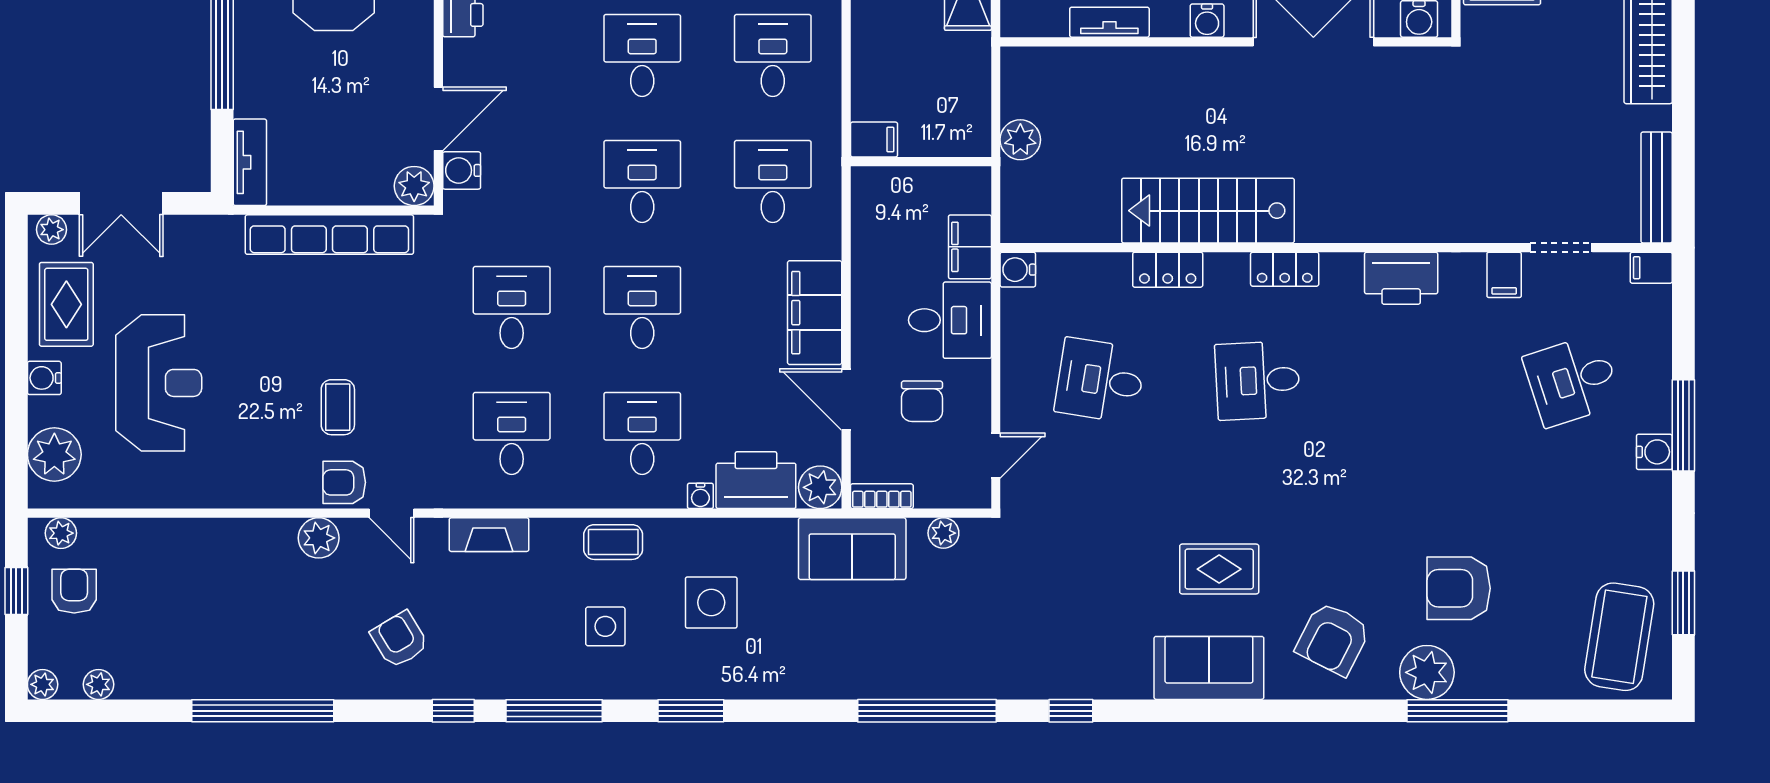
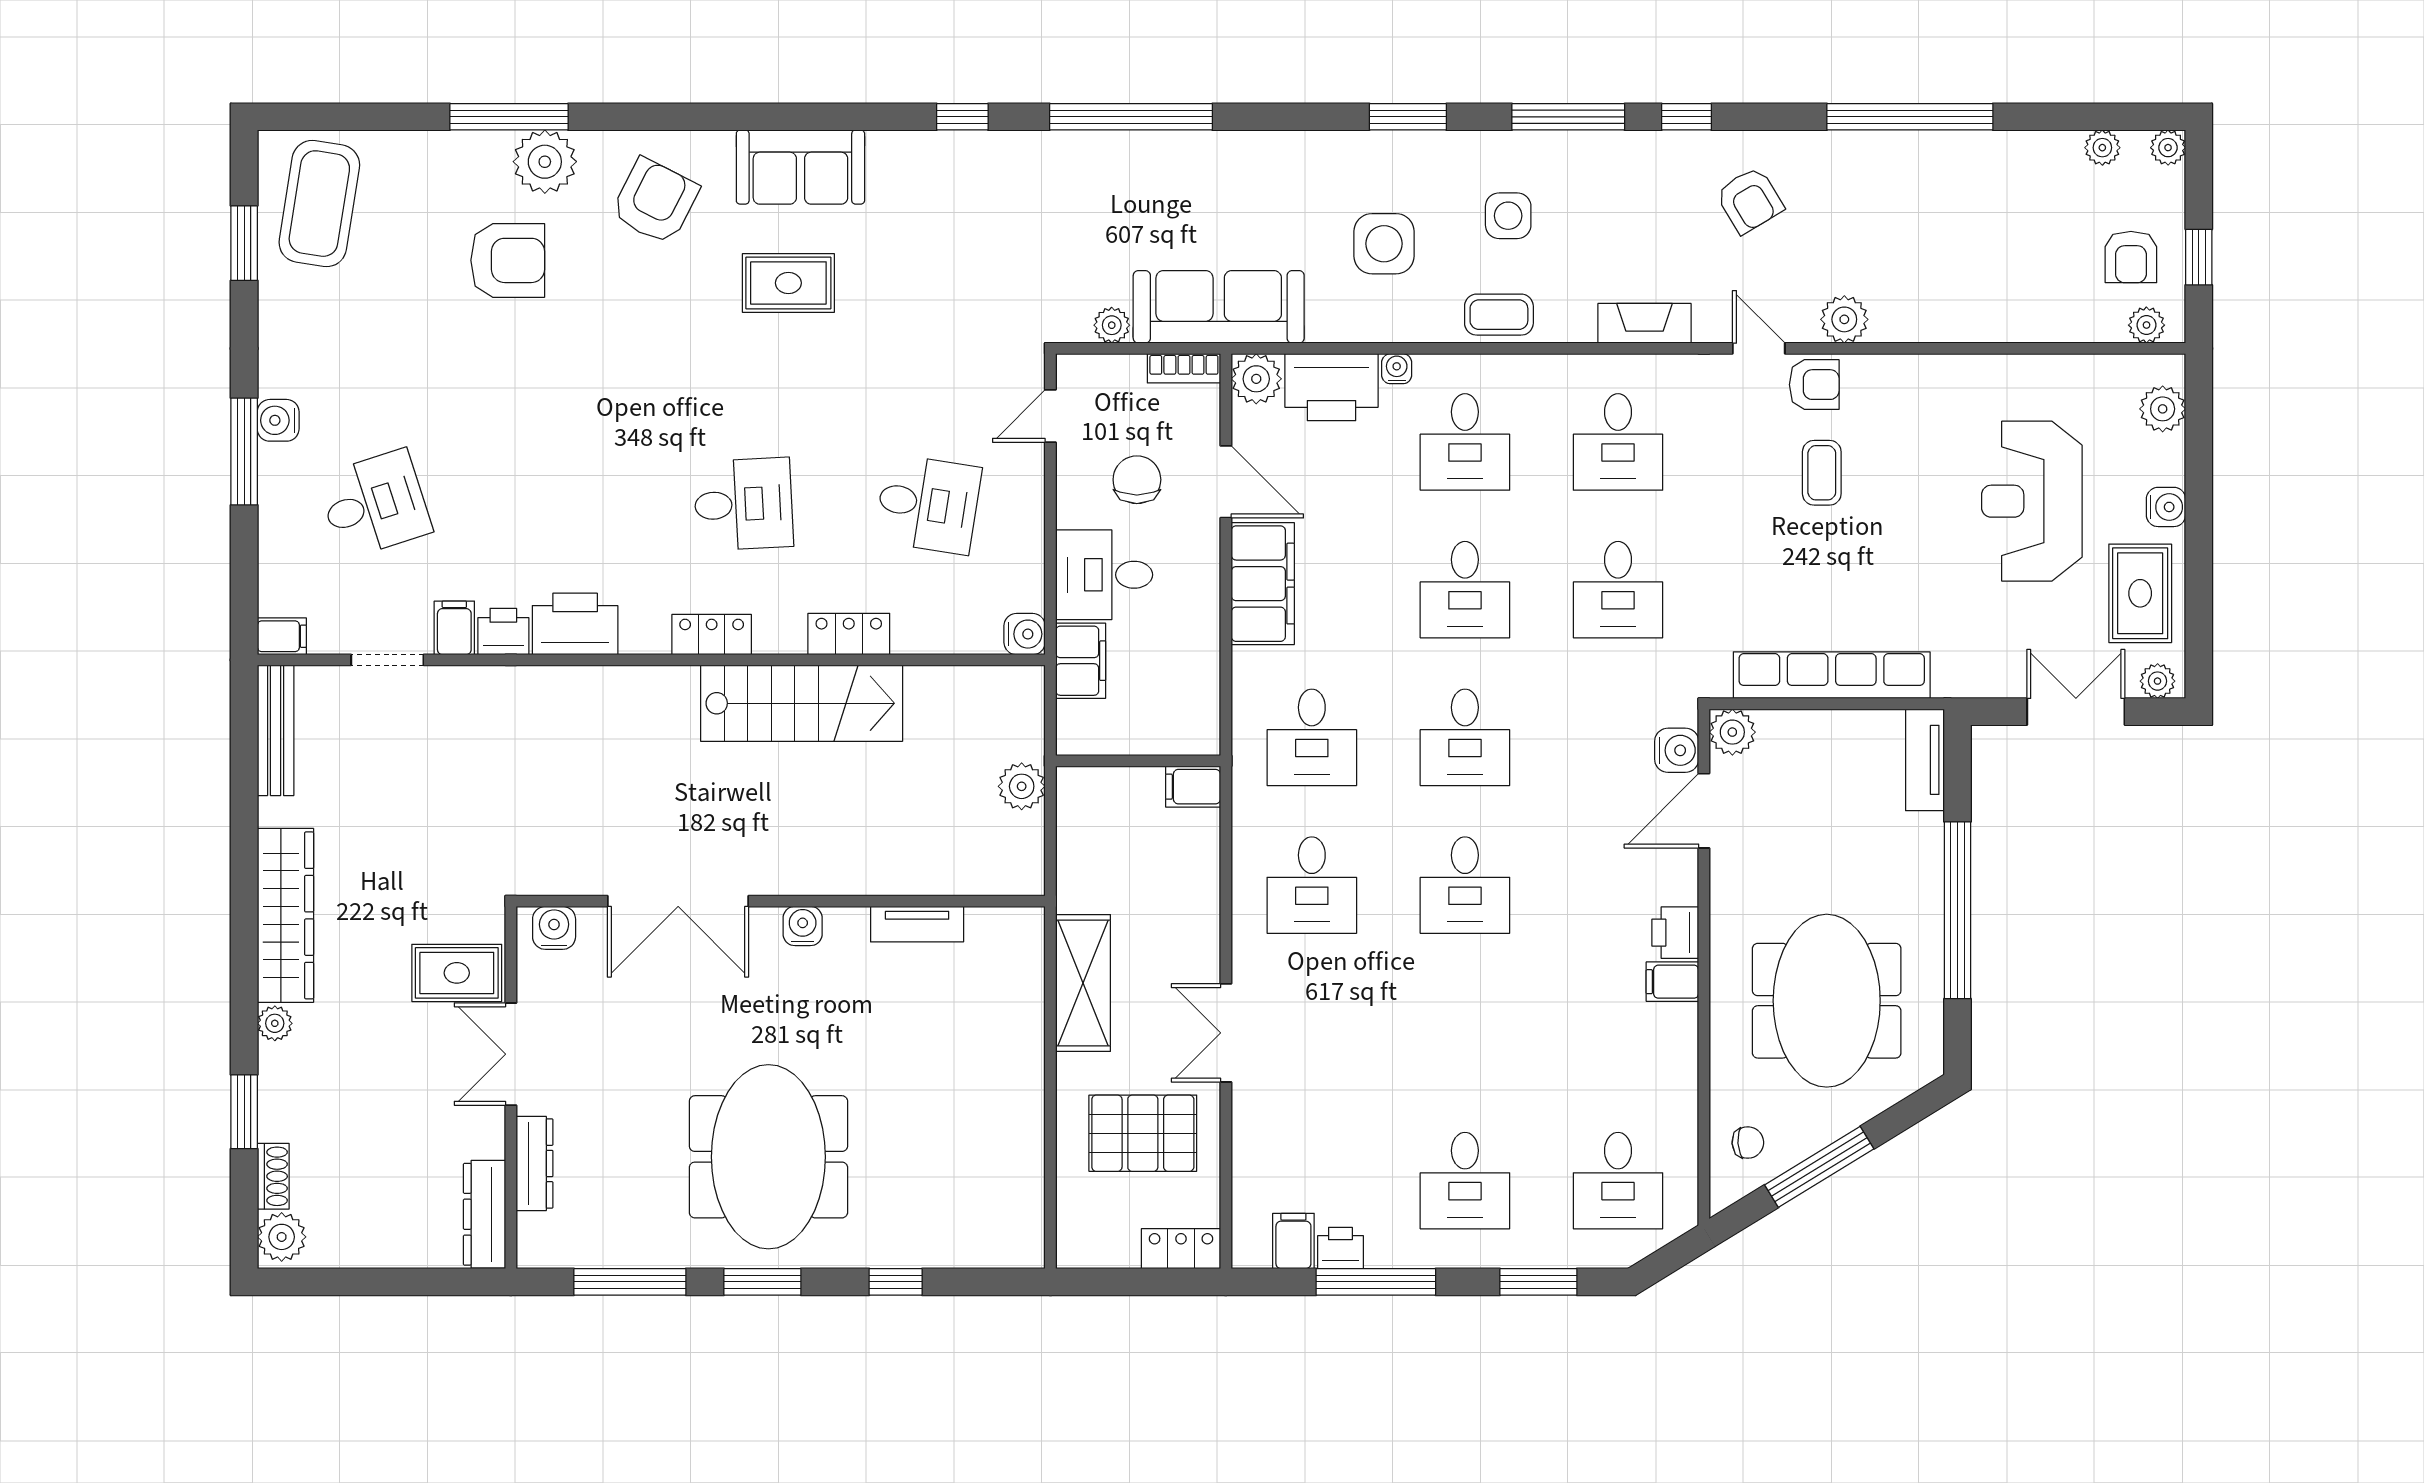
printer: (1462, 272) -> (503, 631), added
plant: (54, 454) -> (2163, 409), width x0.73, depth x0.73
sofa: (852, 549) -> (1219, 307), width x1.36

